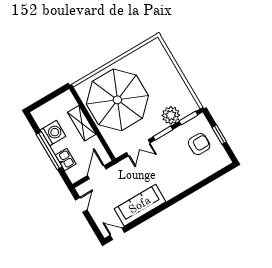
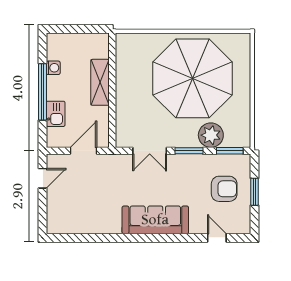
parasol: (117, 100) -> (193, 78), moved
washing machine: (53, 133) -> (53, 68), width x0.53, depth x0.53
sofa: (140, 205) -> (155, 220), moved
door: (117, 234) -> (217, 238), moved

